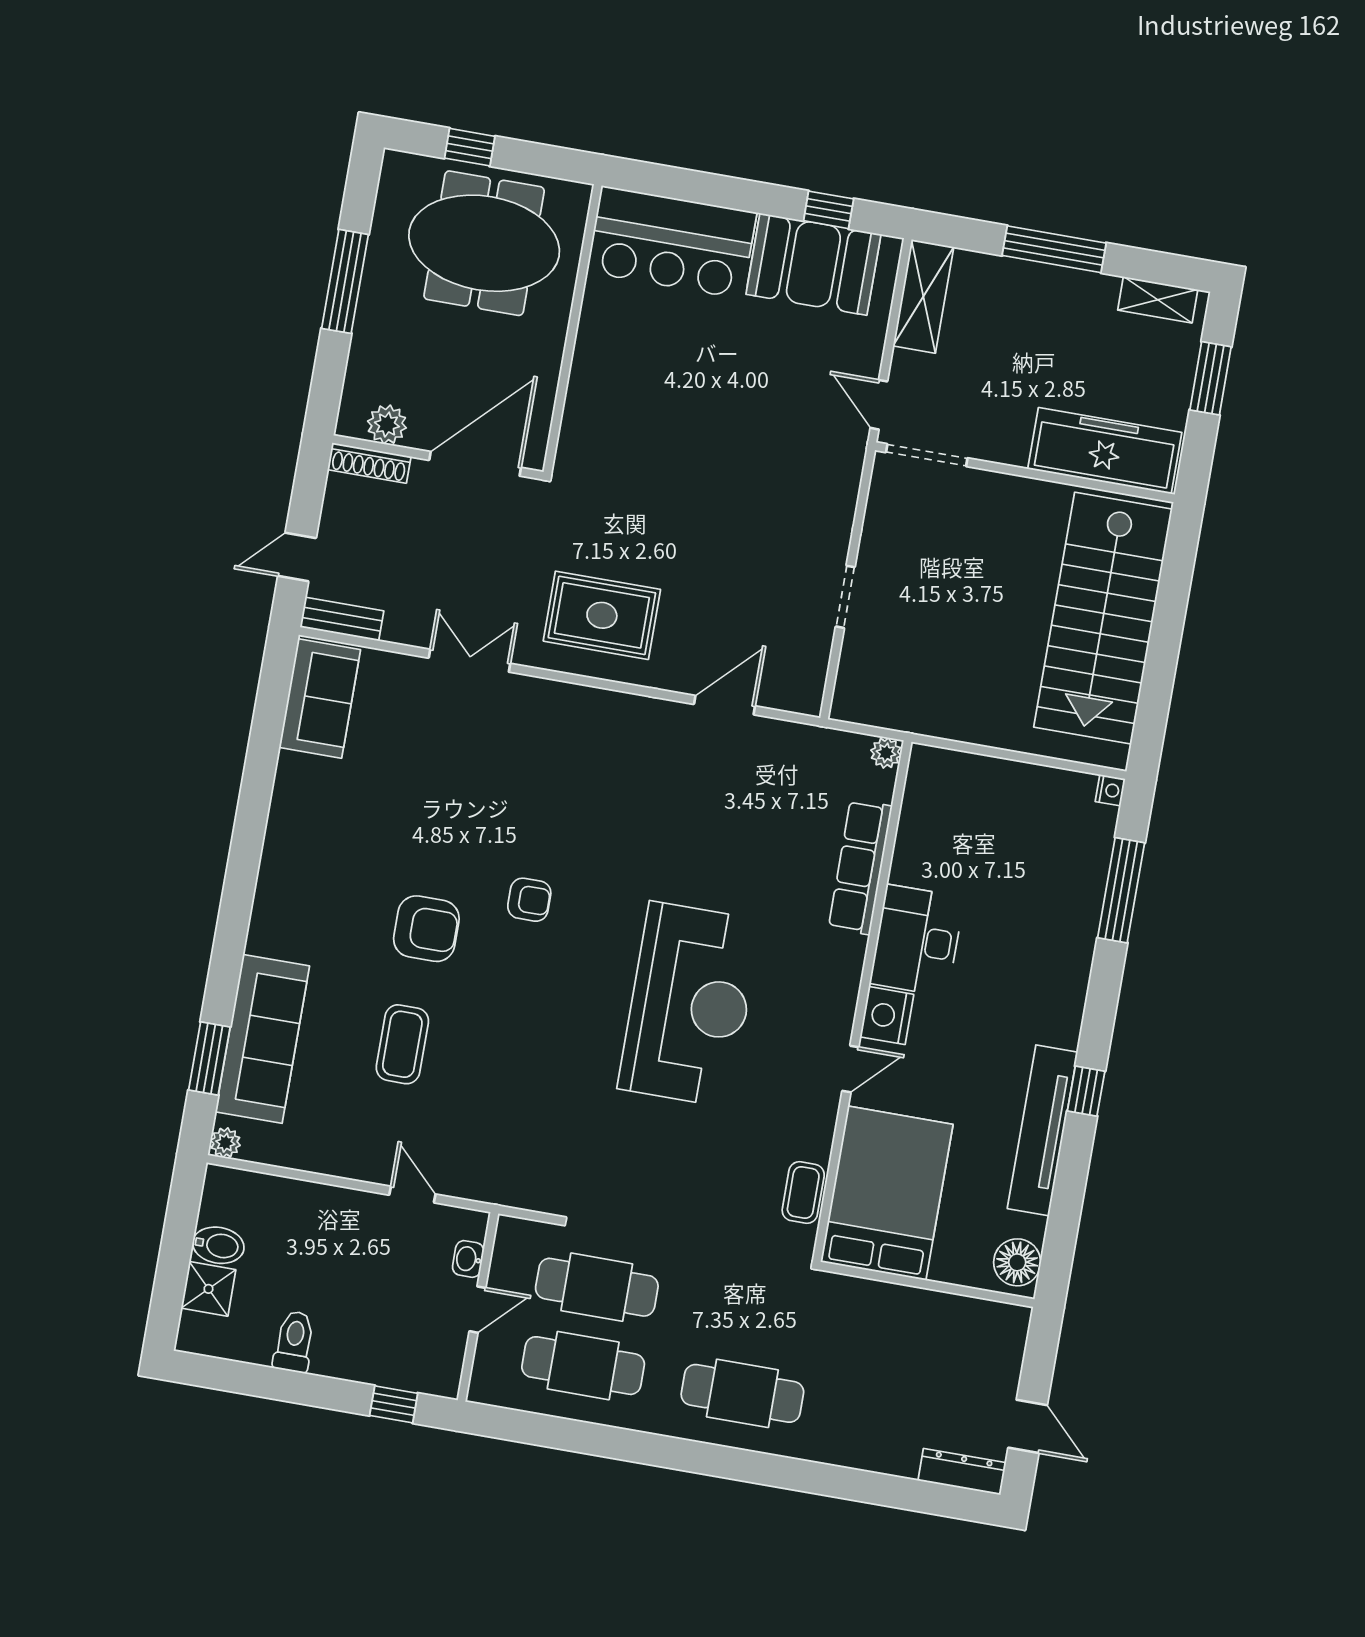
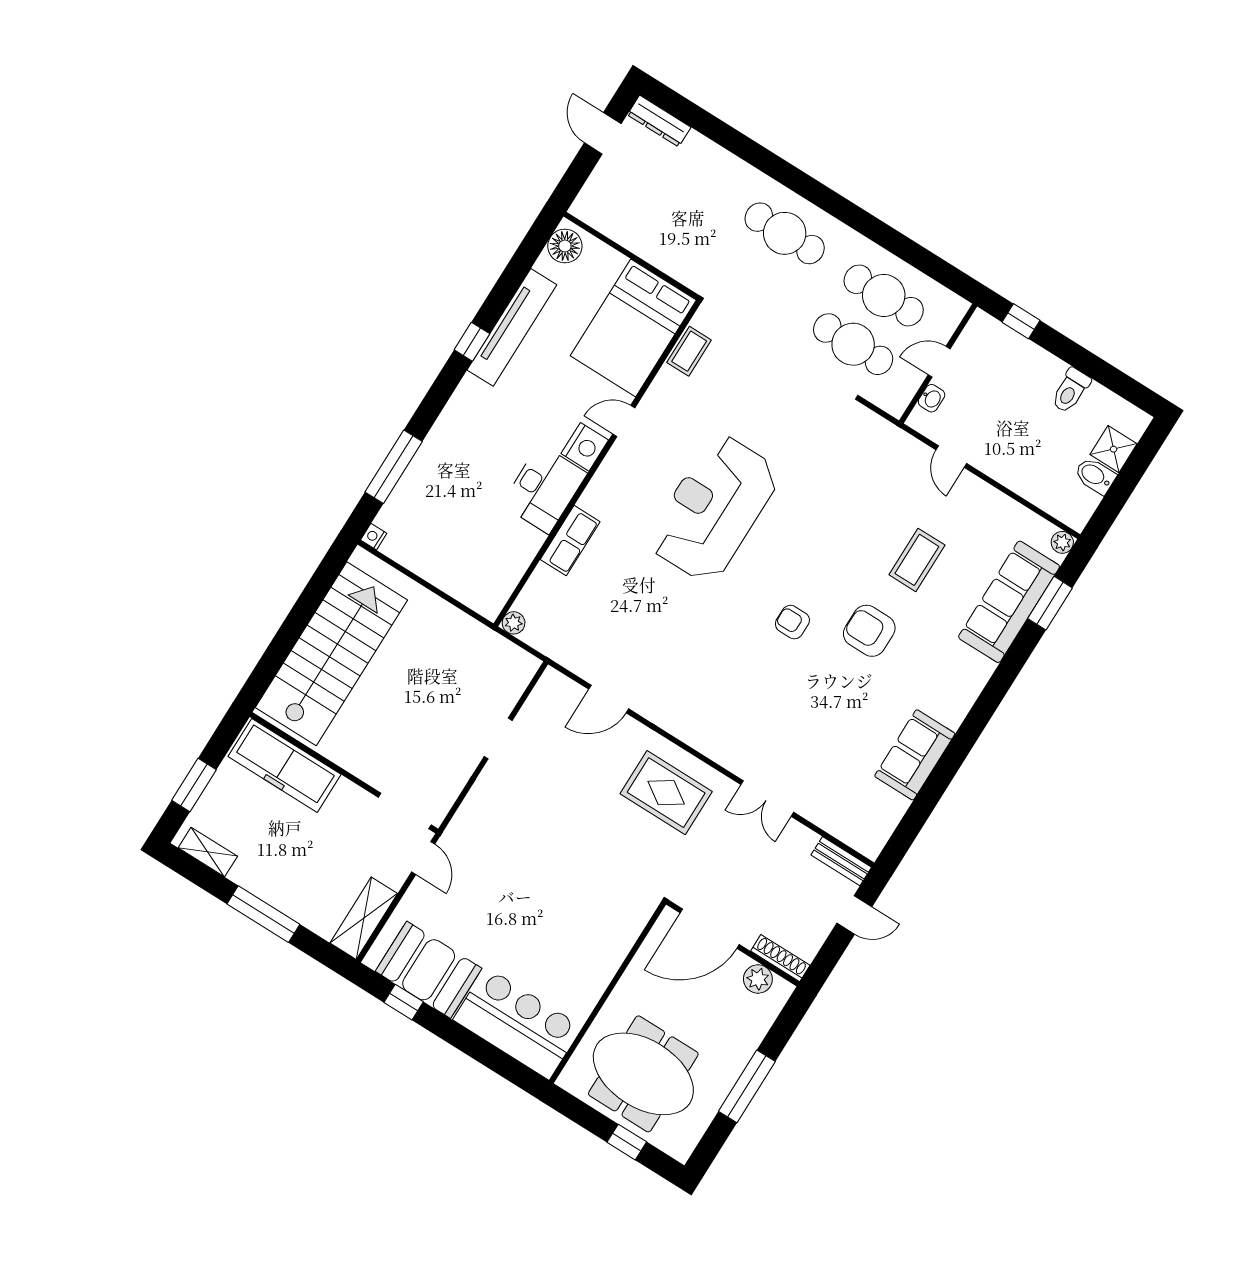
sofa: (320, 699) -> (915, 755), moved
row of seats: (860, 867) -> (570, 541), width x0.68

